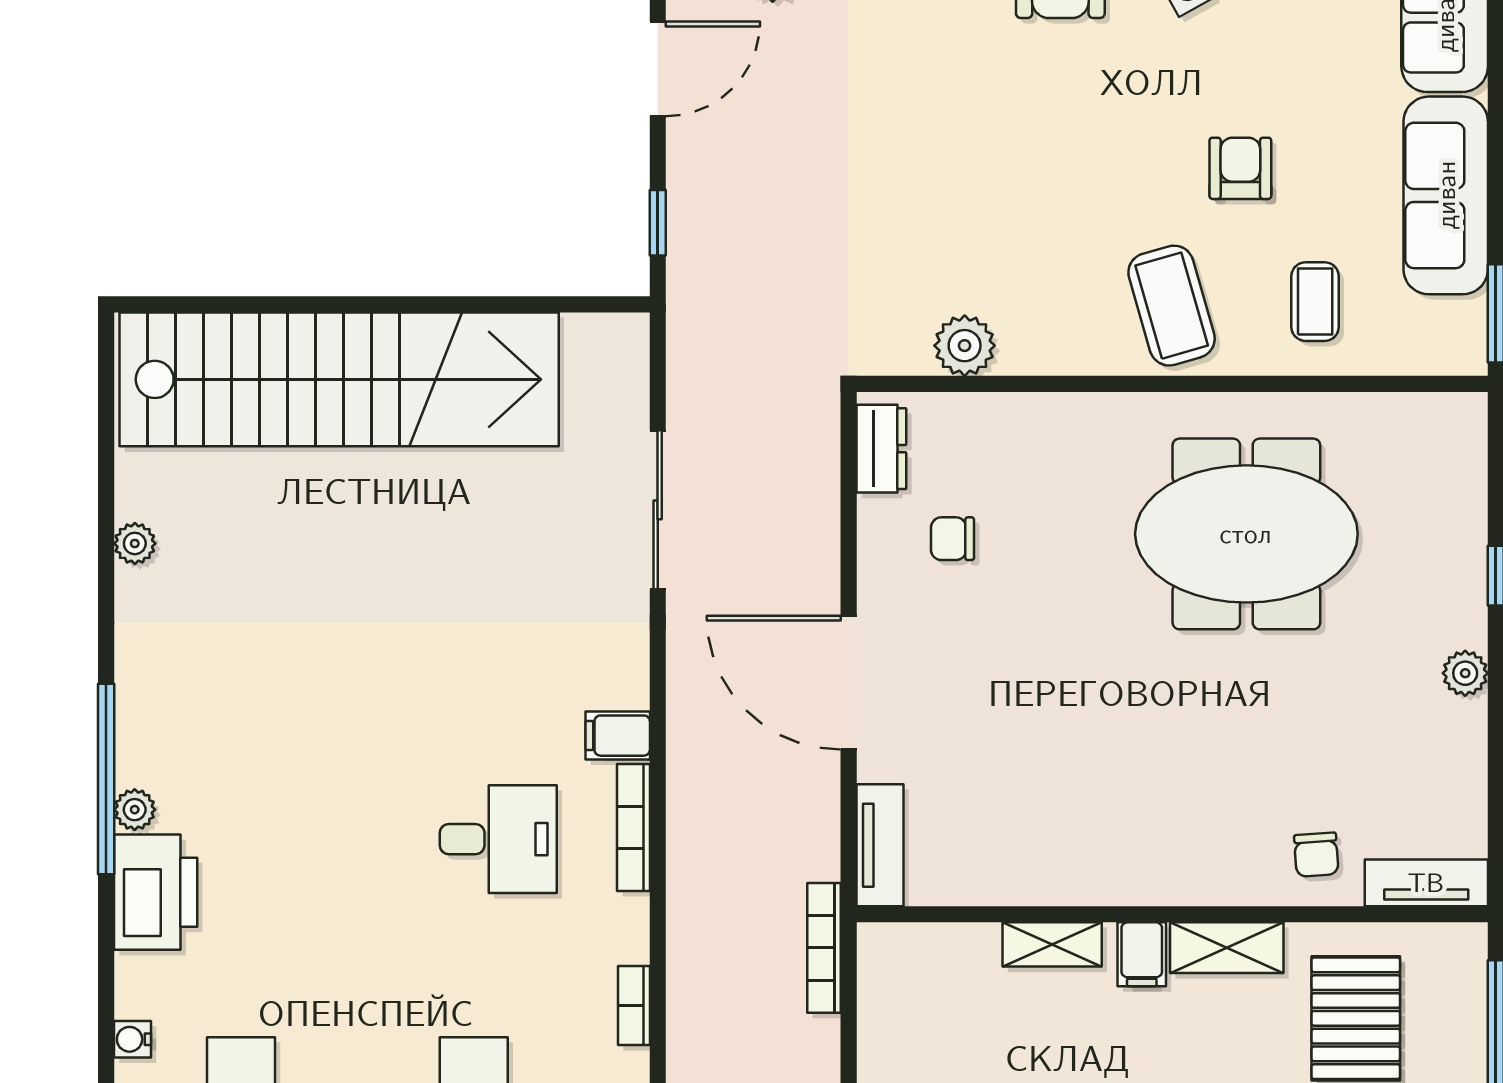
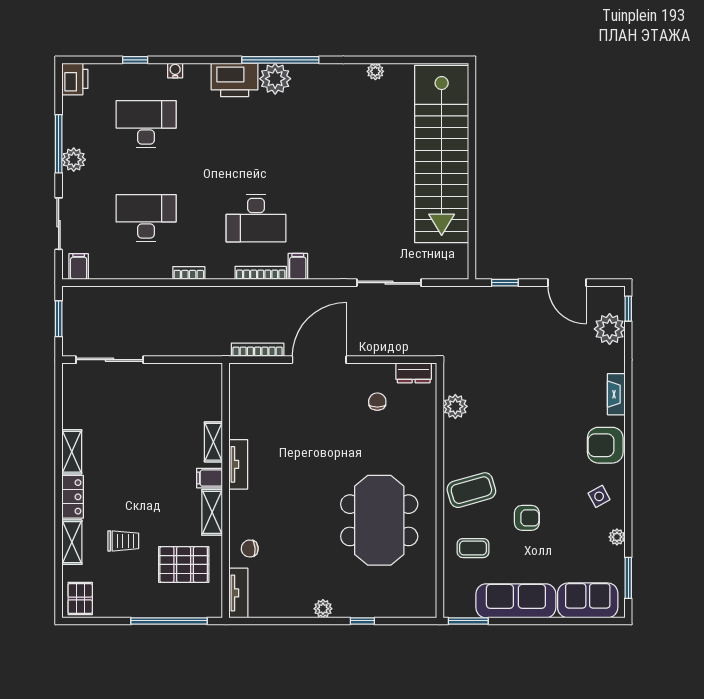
plant: (135, 810) -> (275, 79), width x1.87, depth x1.87
desk: (498, 839) -> (256, 218), width x1.37
tv unit: (880, 845) -> (238, 464), moved, turned -90
bookcase: (824, 948) -> (258, 350), moved

